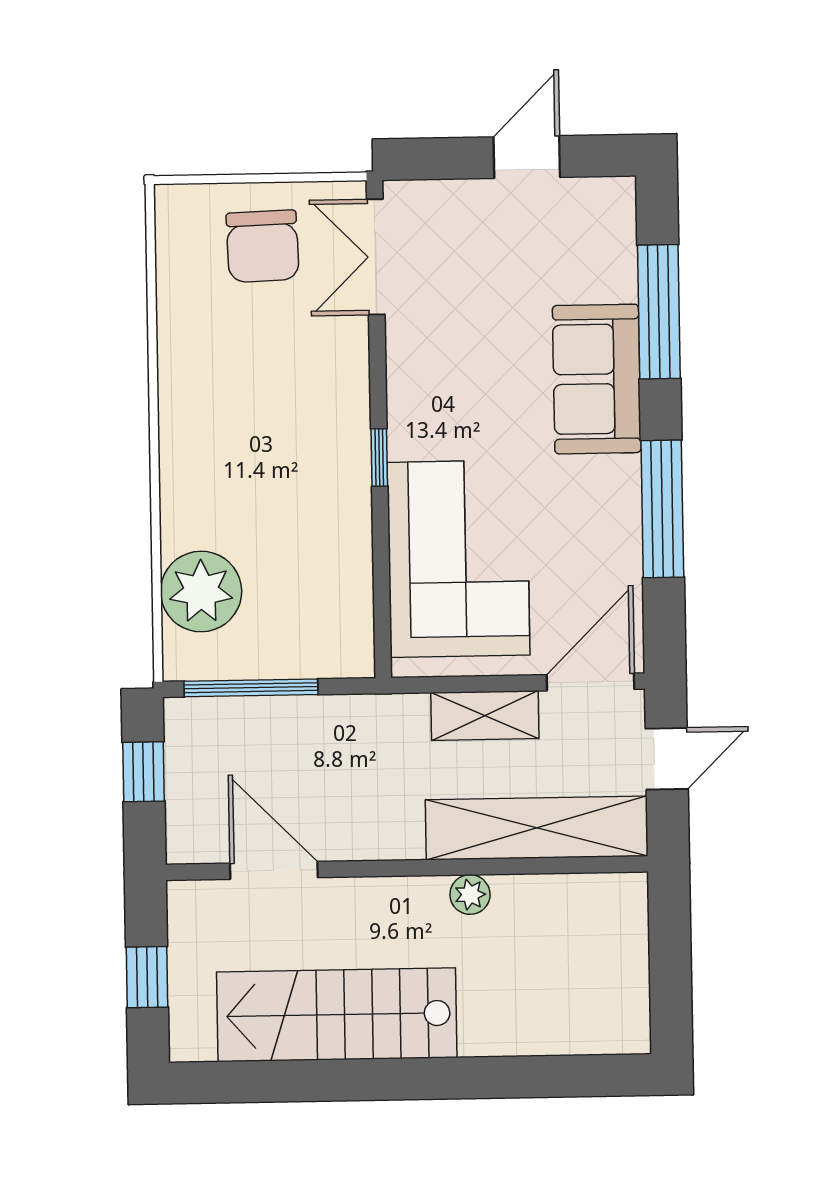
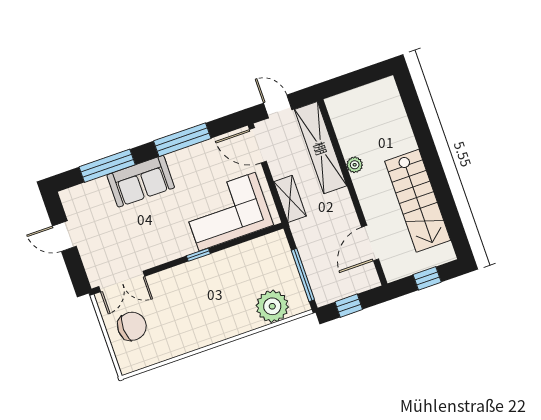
shelving: (485, 716) -> (290, 199), moved

